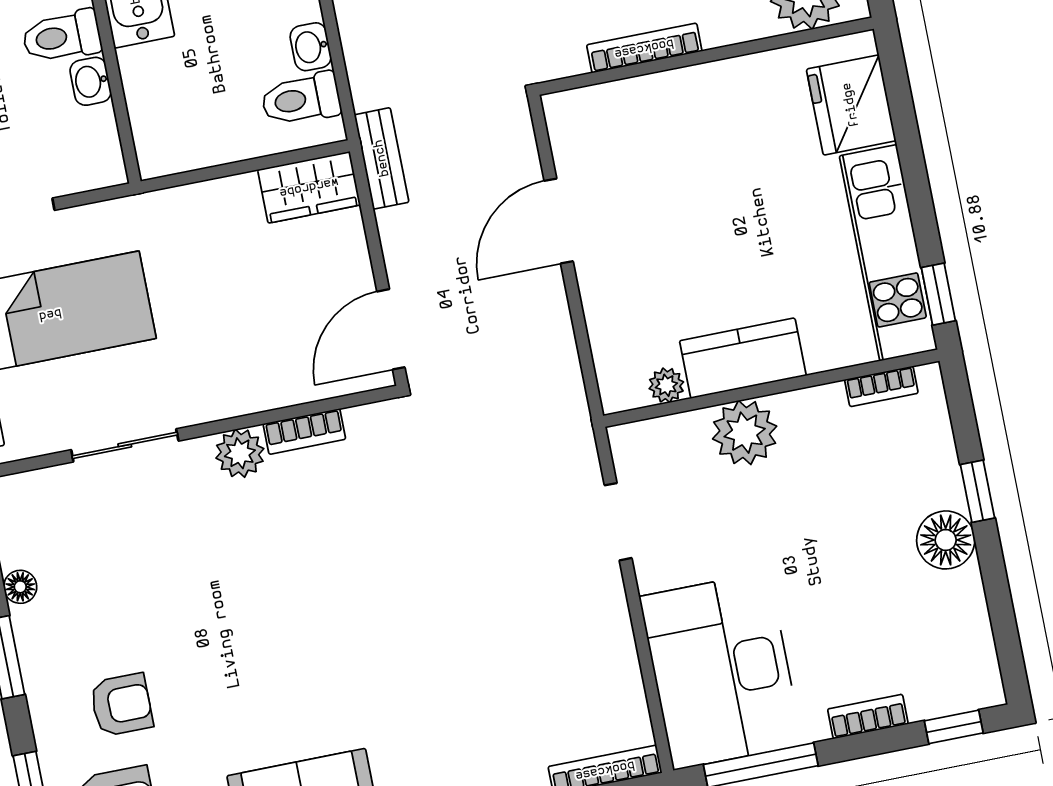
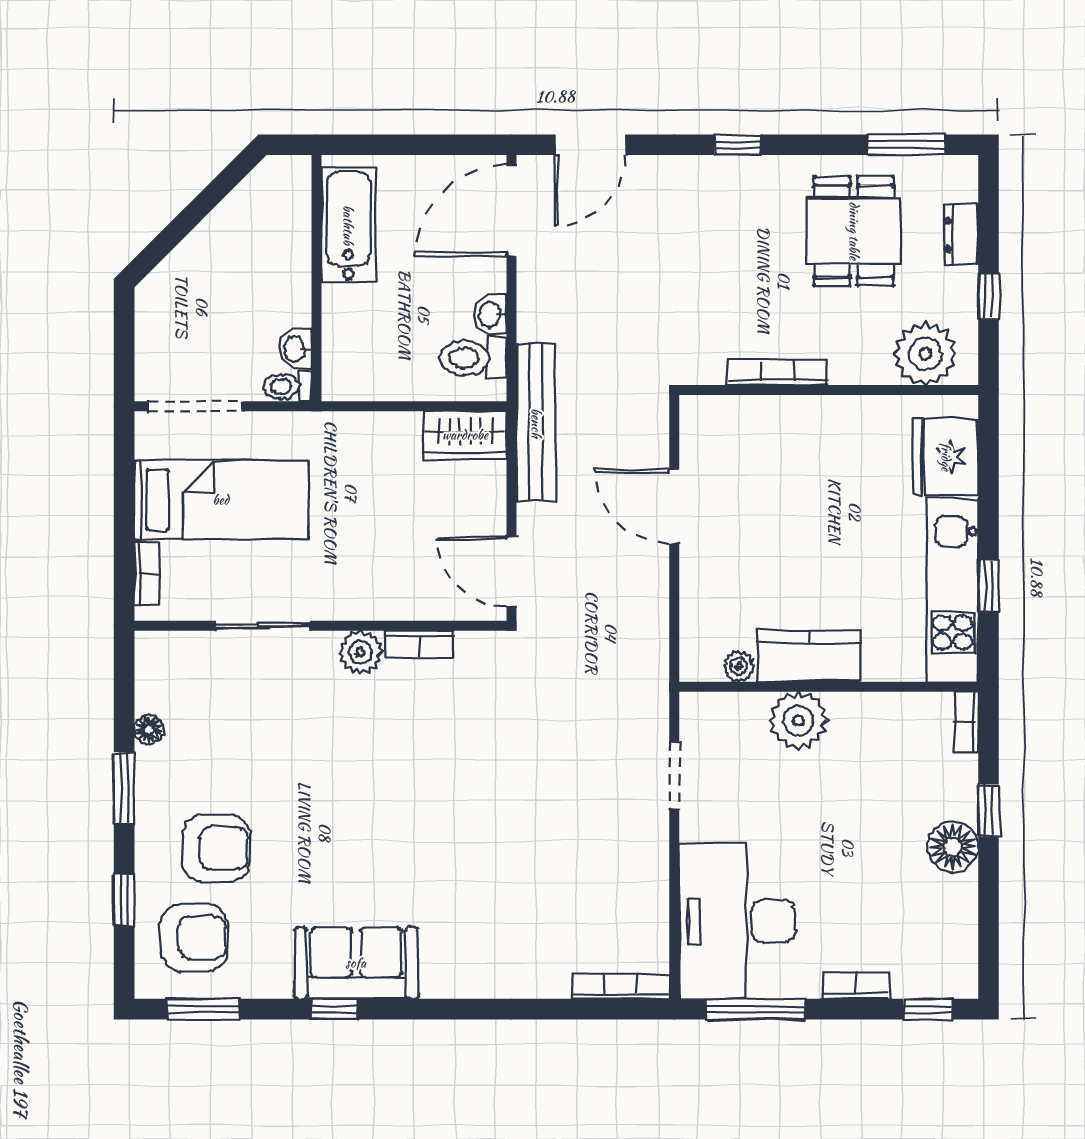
toilet: (62, 37) -> (288, 387), moved, width x0.73, depth x0.72
washbasin: (91, 81) -> (295, 349), moved
bench: (382, 158) -> (536, 423), width x1.86, depth x1.21
door: (559, 221) -> (674, 507), hinge flipped
window: (938, 294) -> (989, 586), moved
door: (391, 329) -> (512, 571), hinge flipped
bookcase: (881, 386) -> (966, 722), moved, turned 90
armchair: (121, 705) -> (216, 848), width x1.38, depth x1.38

